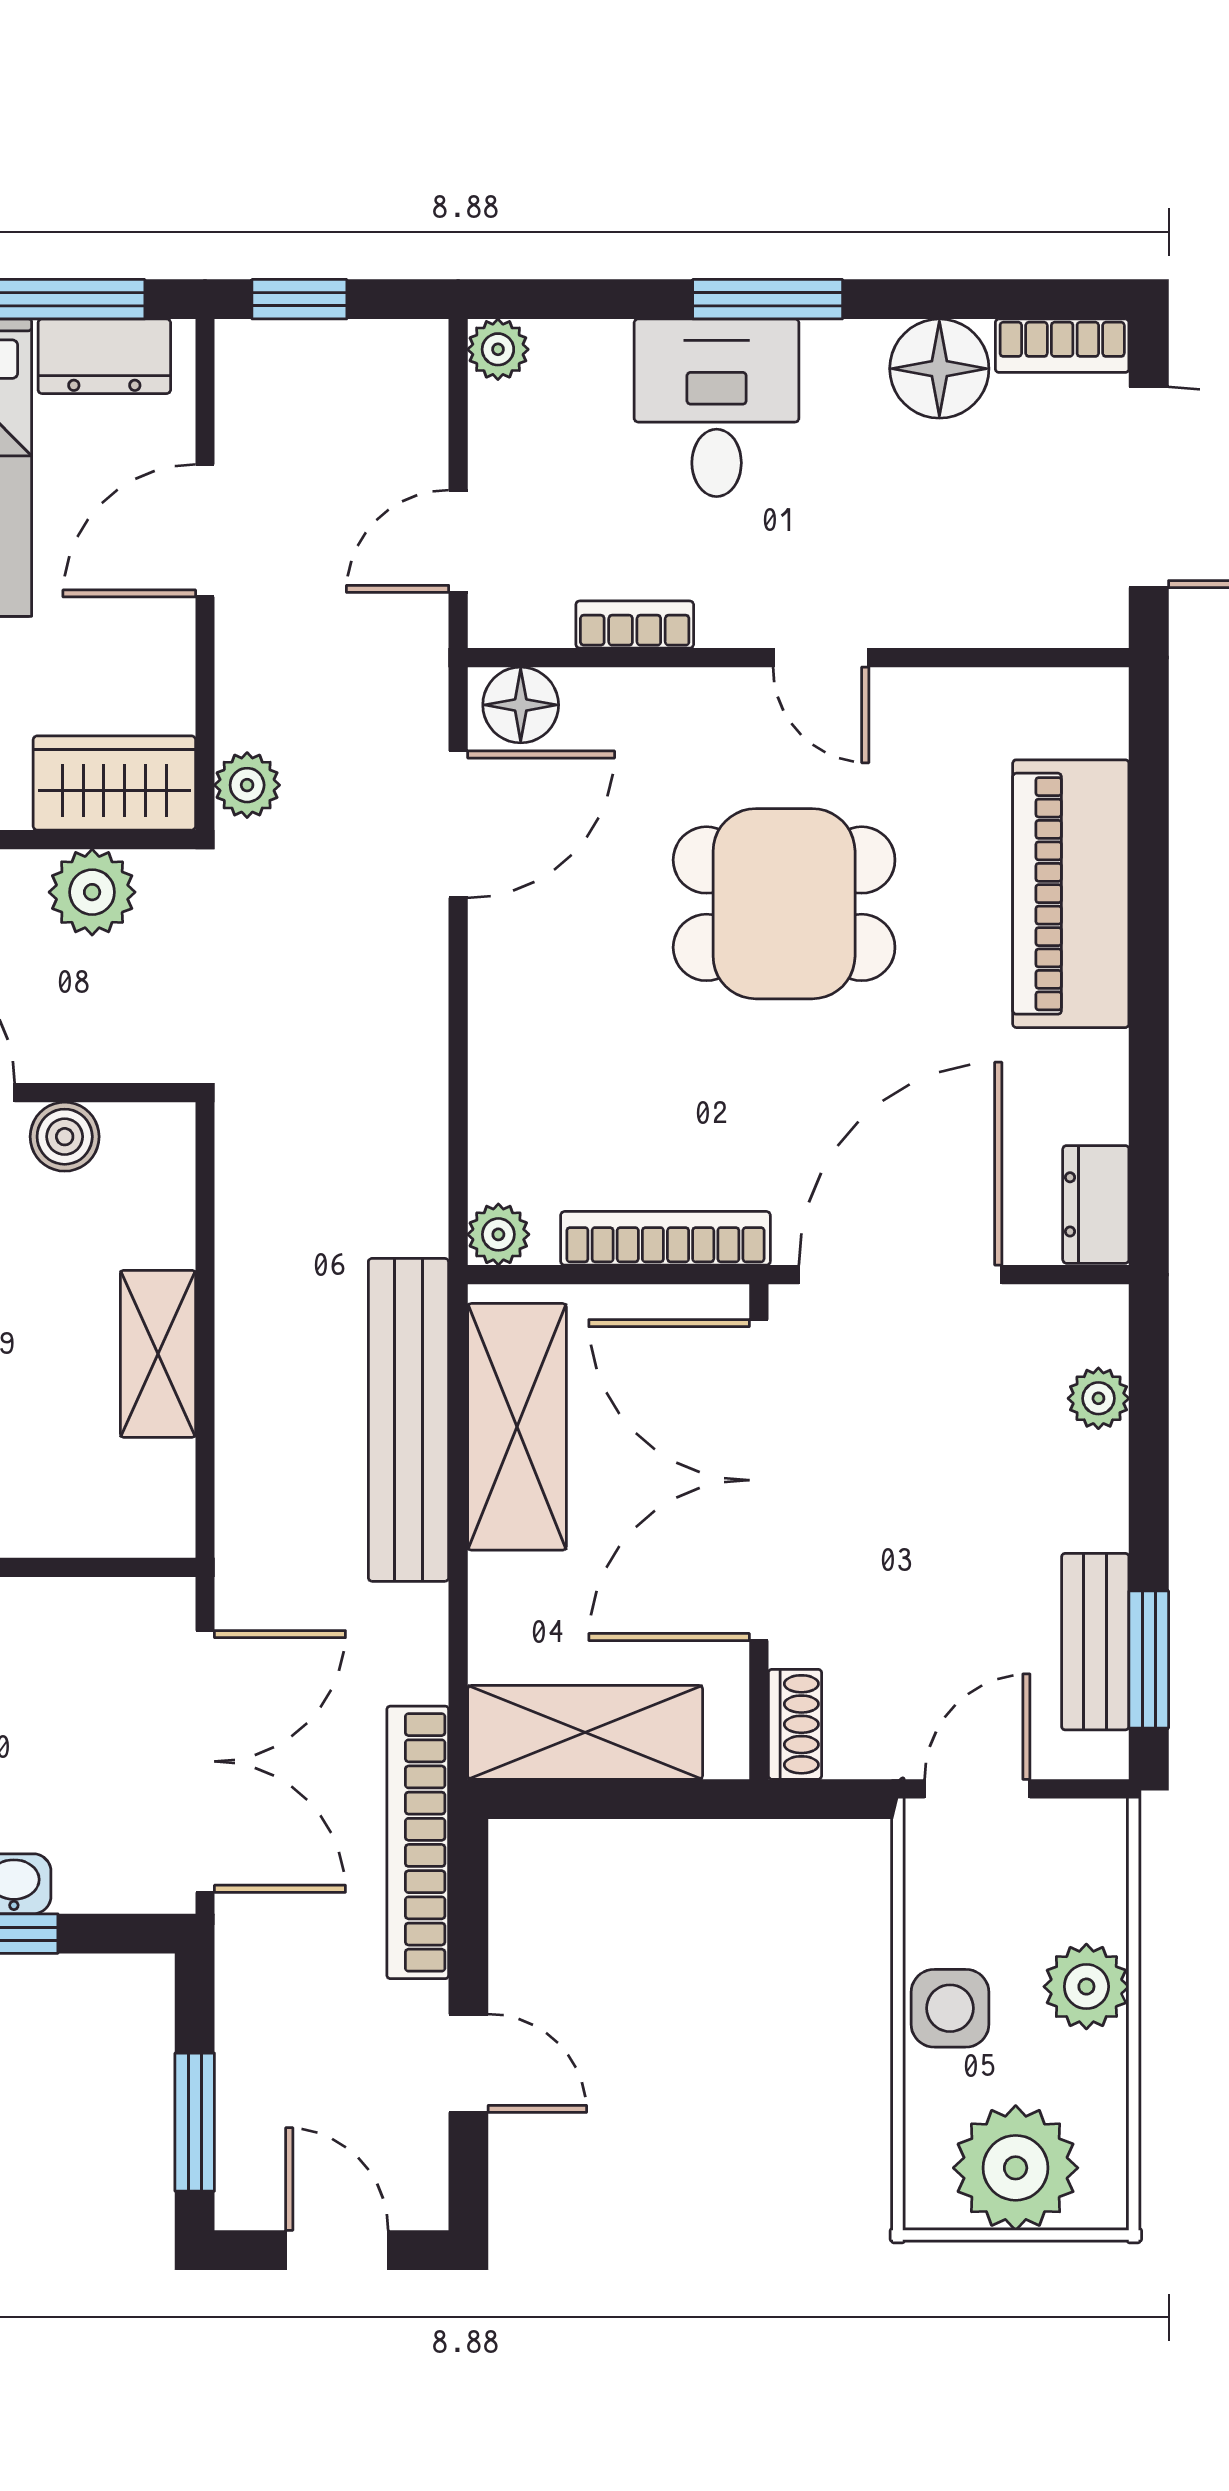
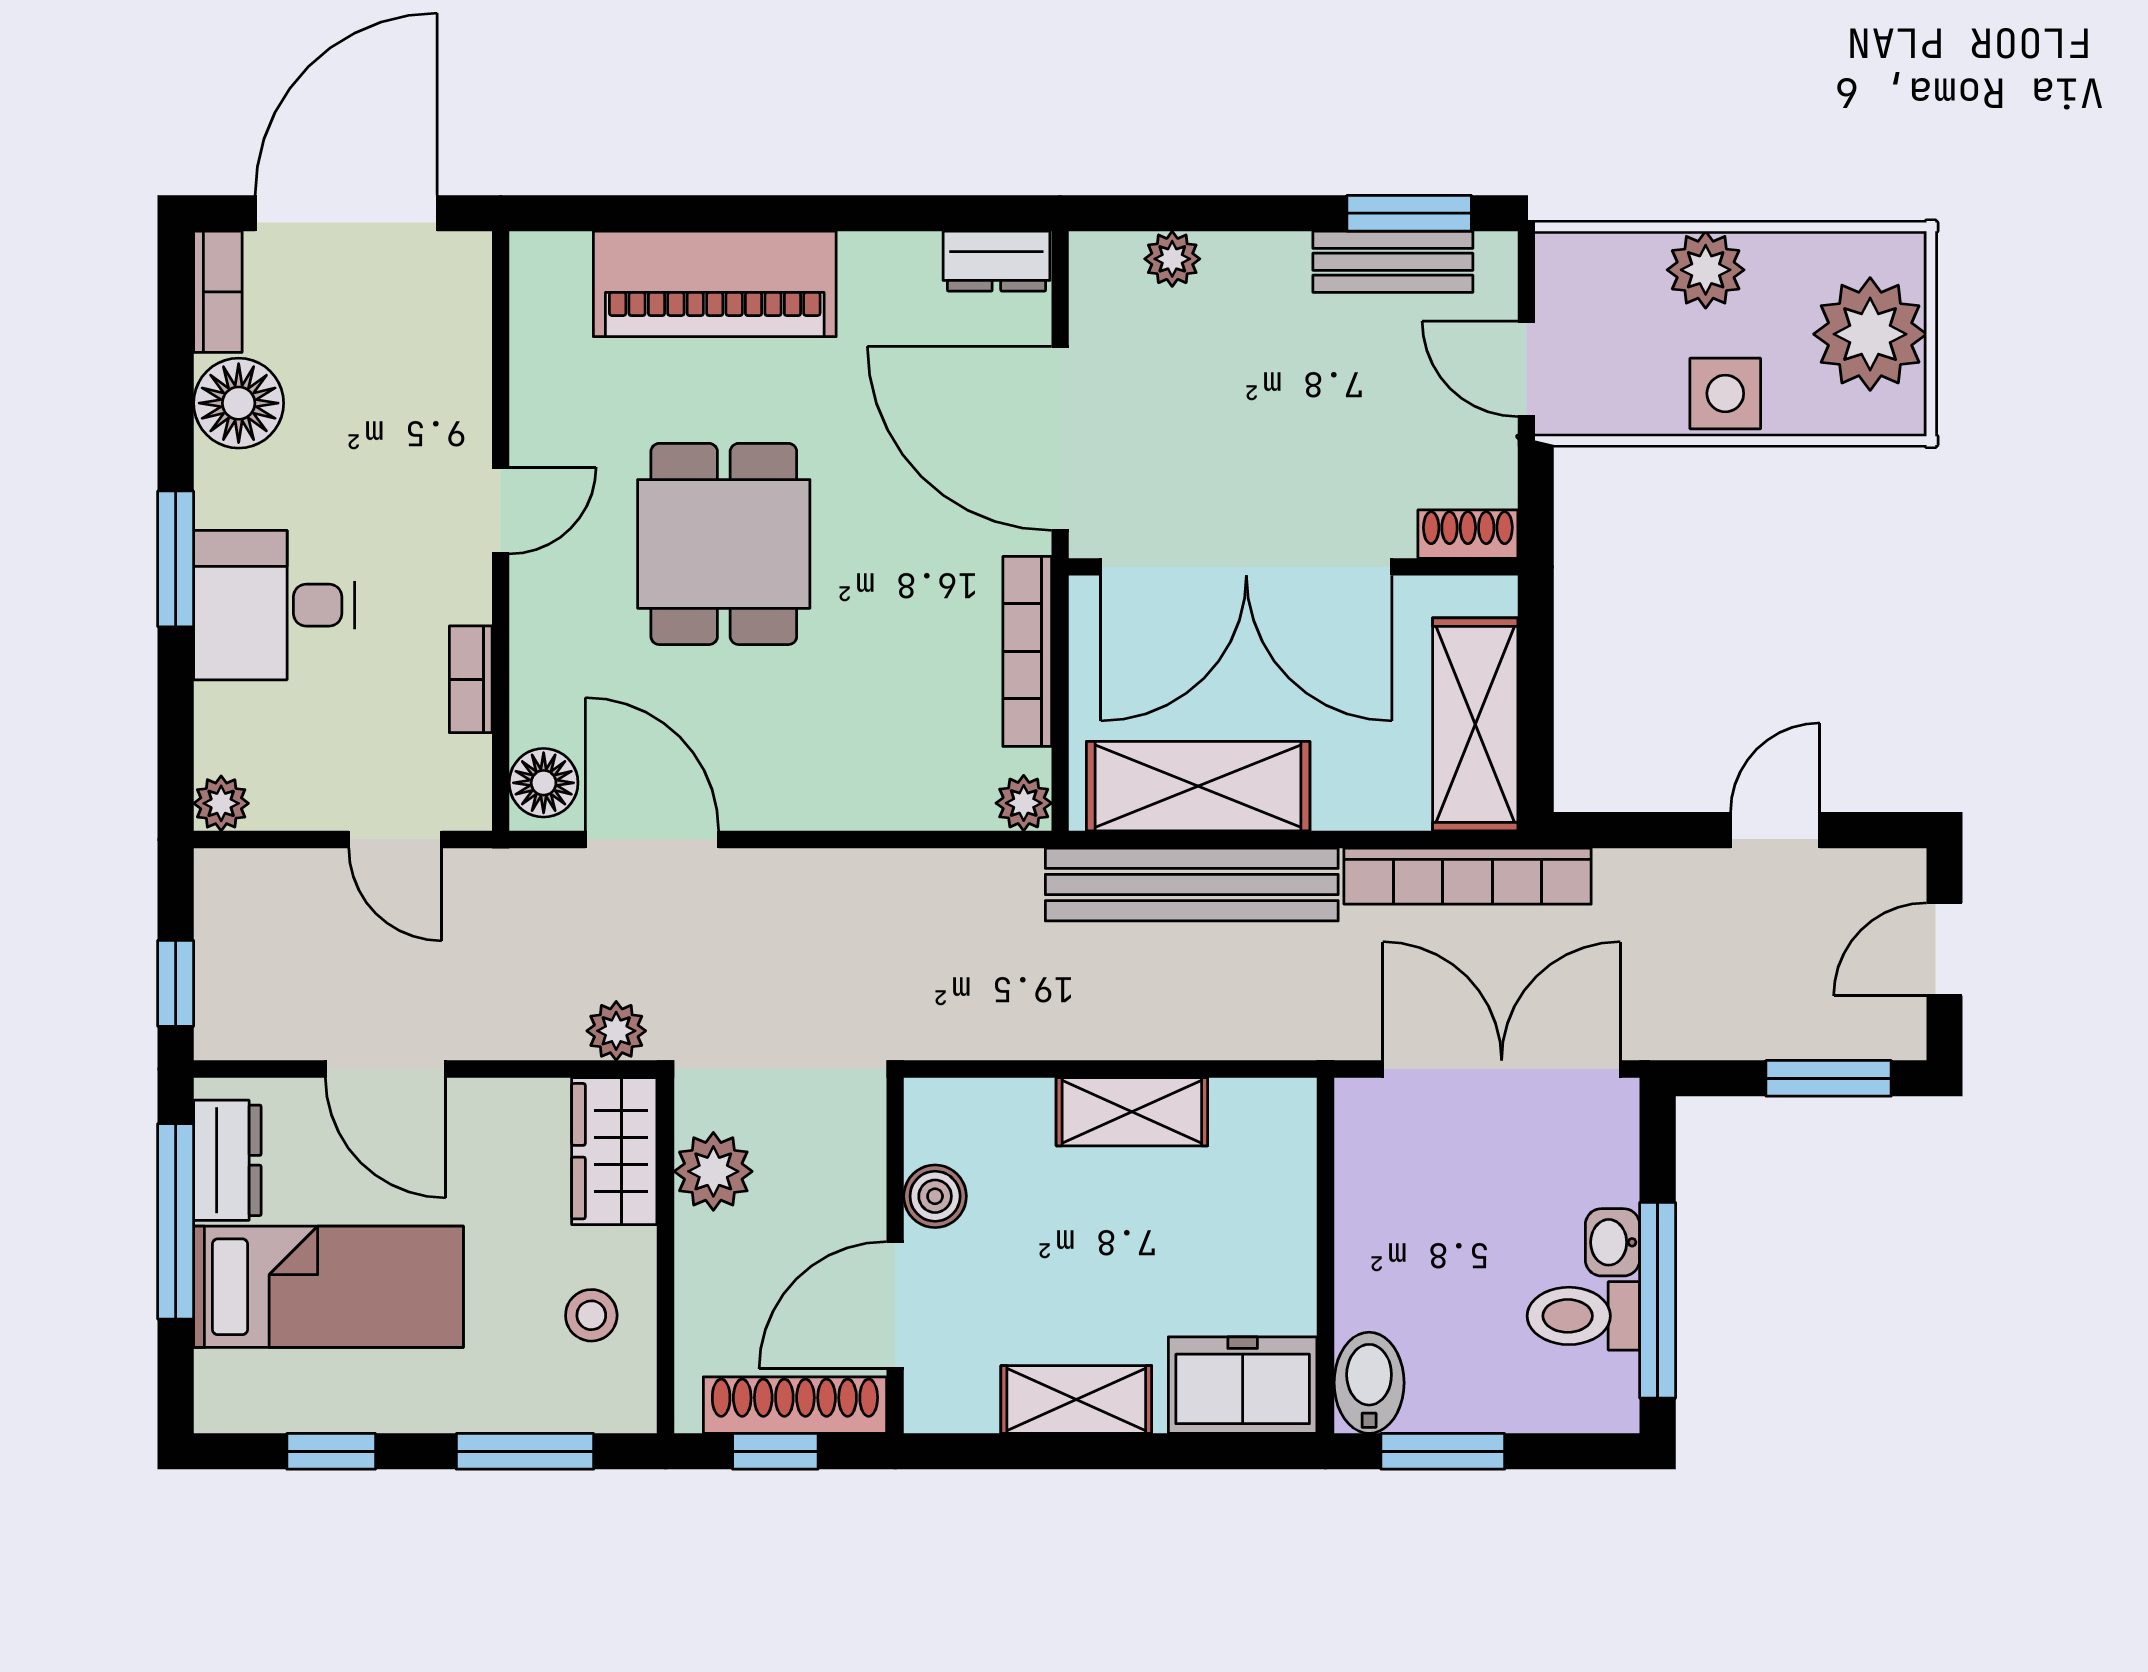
bookcase: (418, 1842) -> (1468, 876), moved

